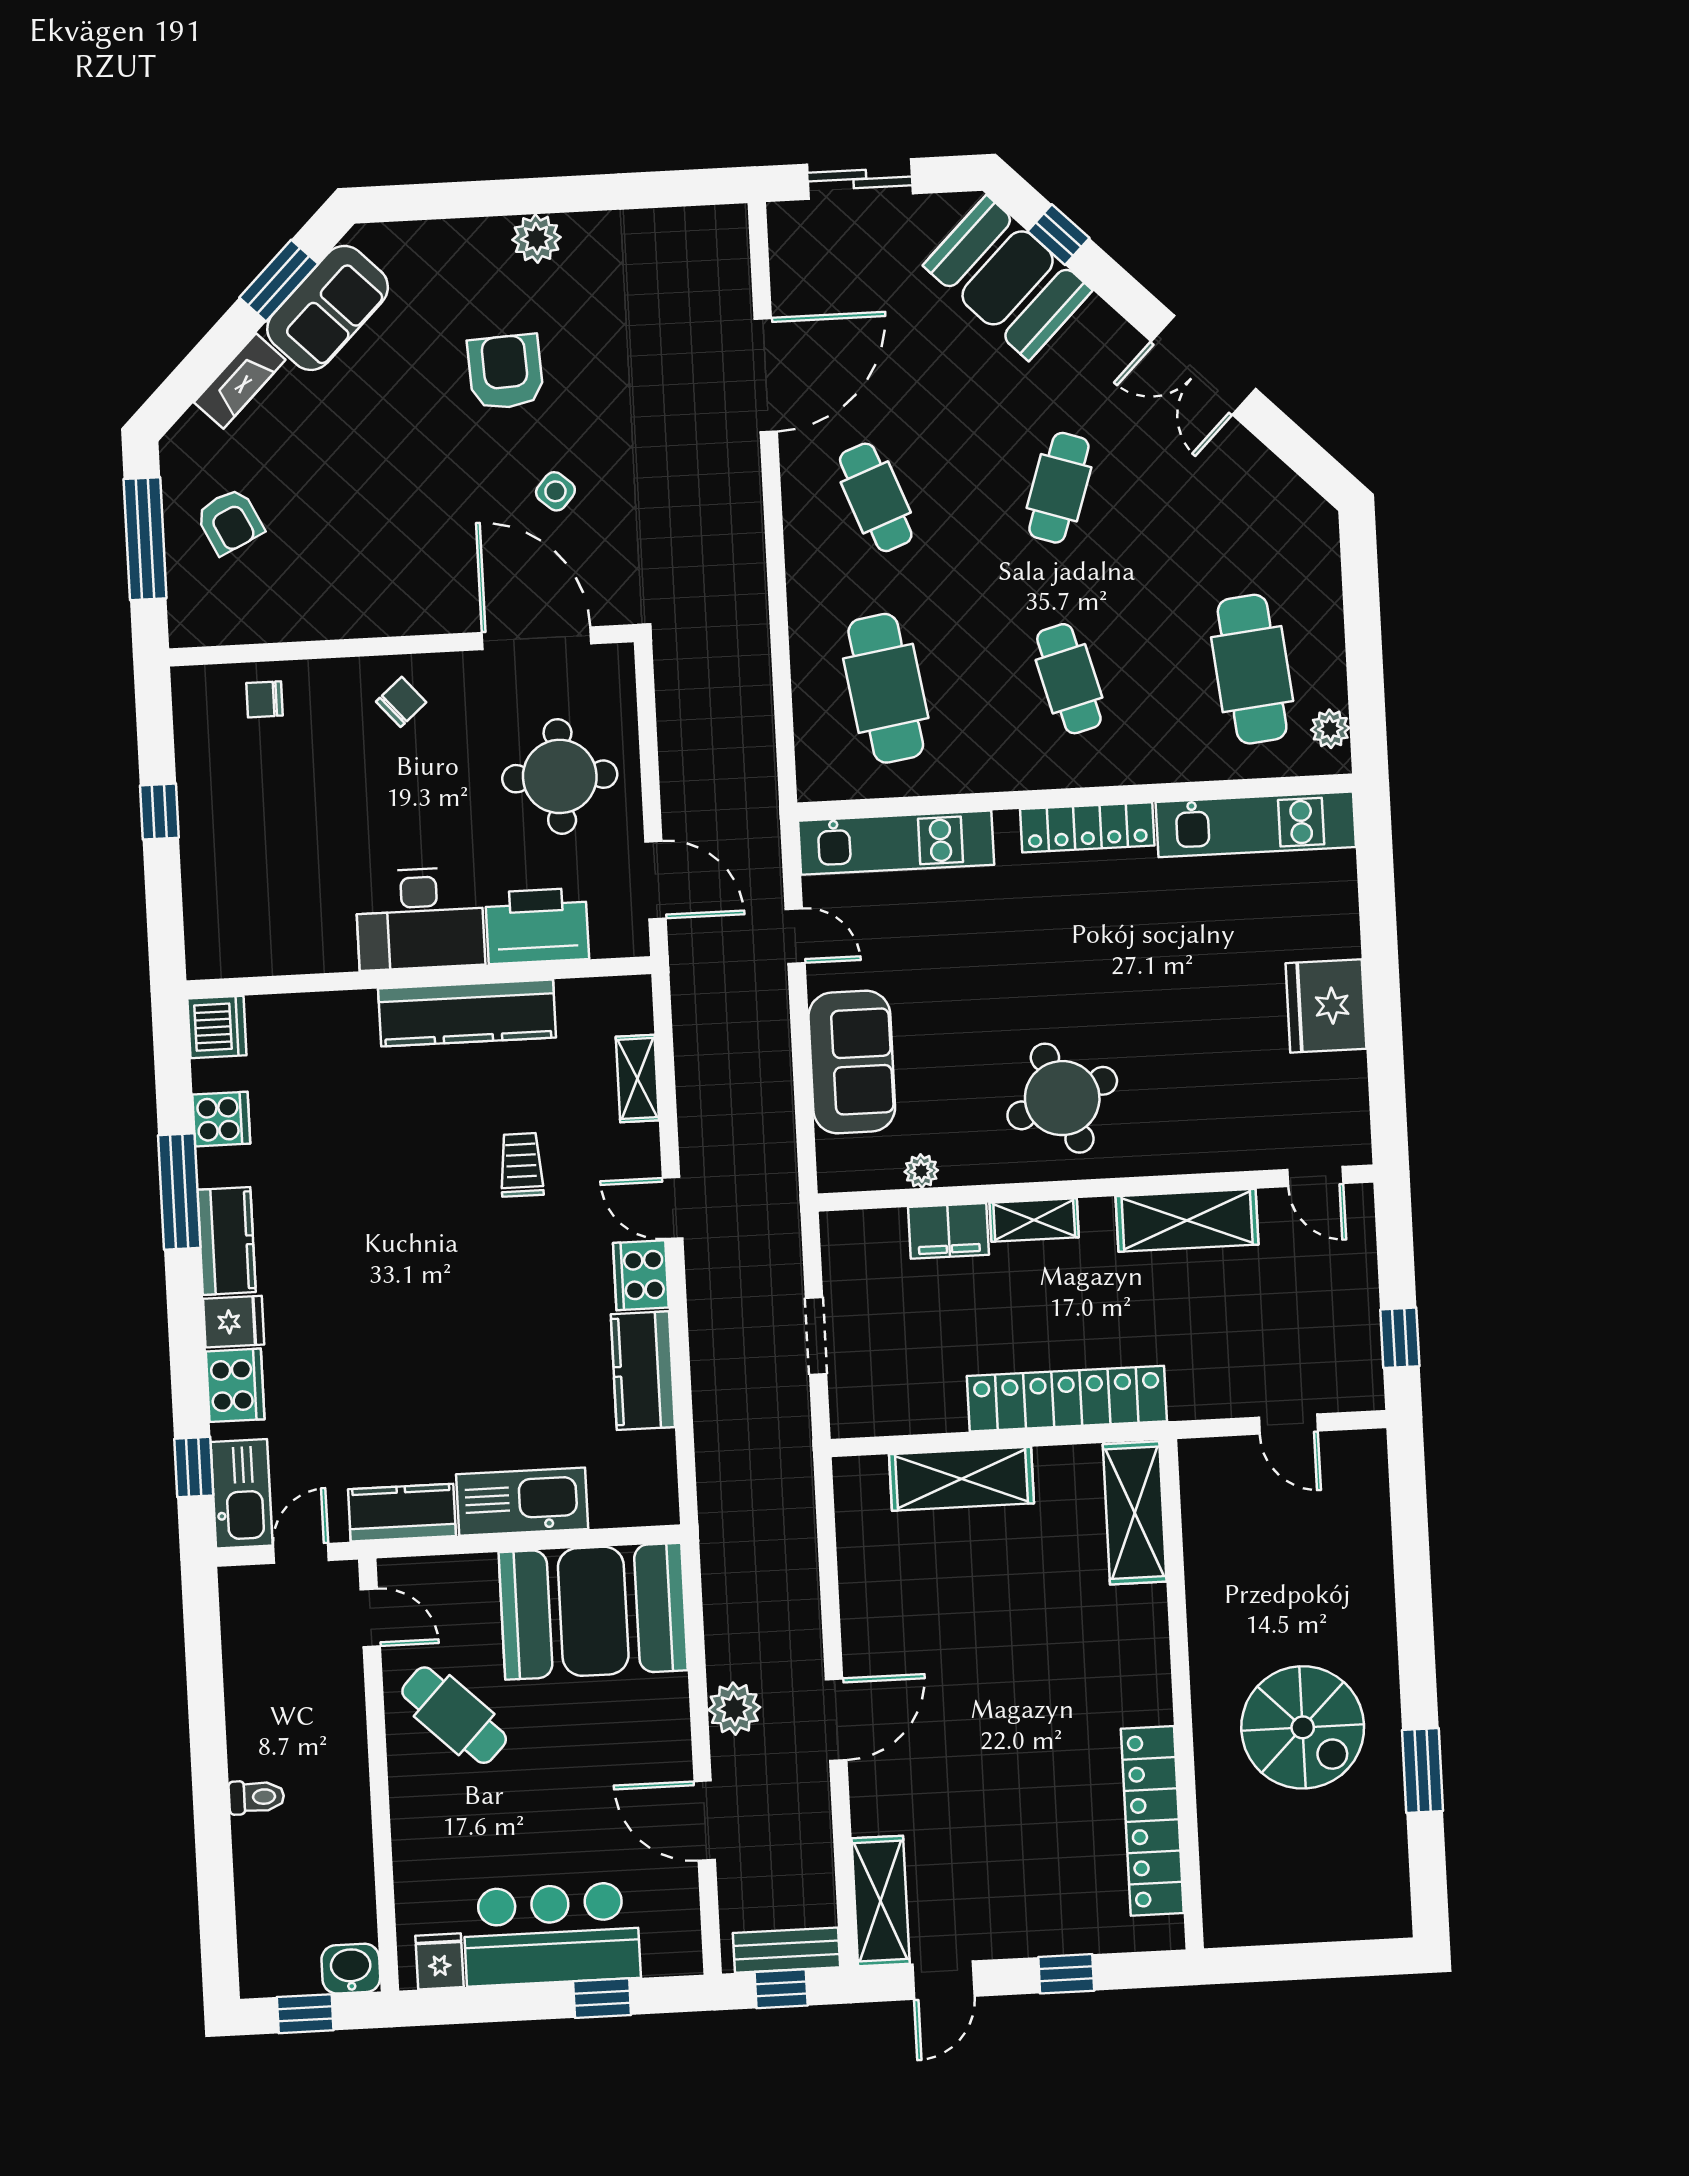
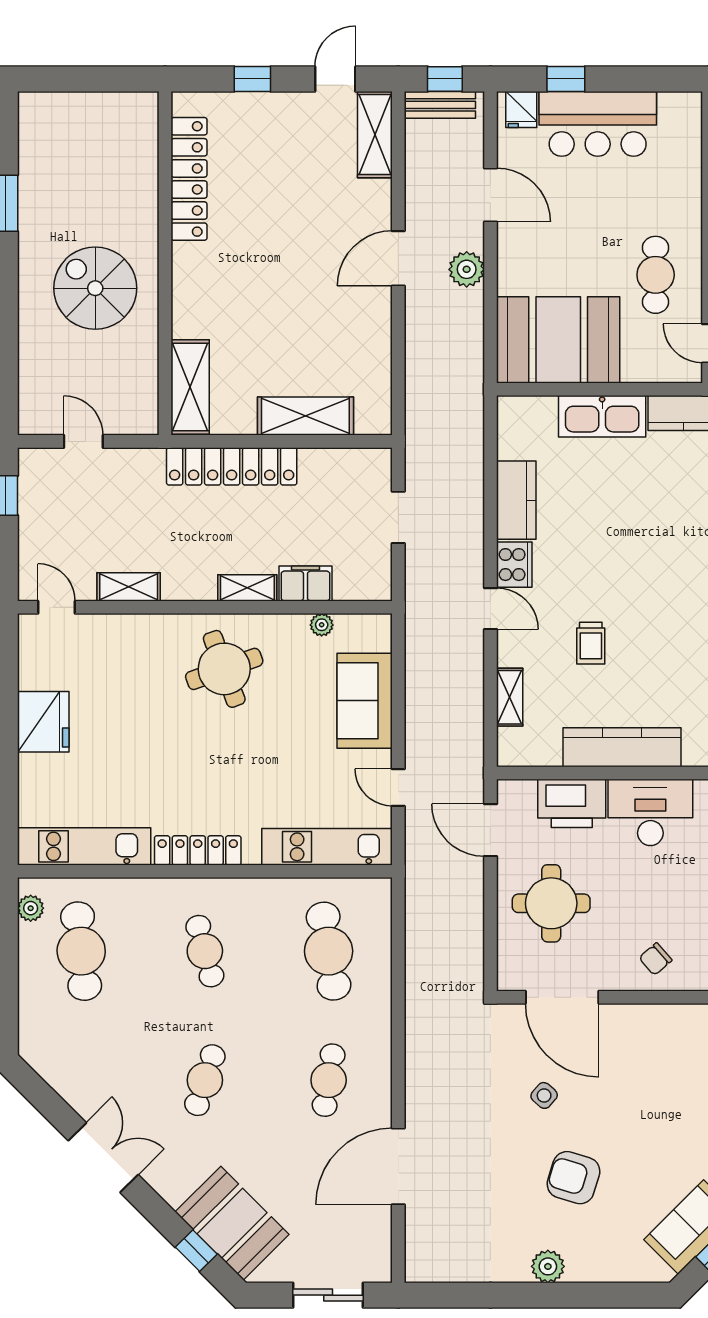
armchair: (506, 372) -> (573, 1178), turned 110
cafe table: (876, 497) -> (329, 1080), turned 30
shelving: (1187, 1220) -> (129, 587), width x0.67, depth x0.75
cafe table: (454, 1715) -> (656, 275), turned 46
spiral stairs: (1303, 1727) -> (95, 288), moved
fridge: (440, 1961) -> (521, 110), moved

